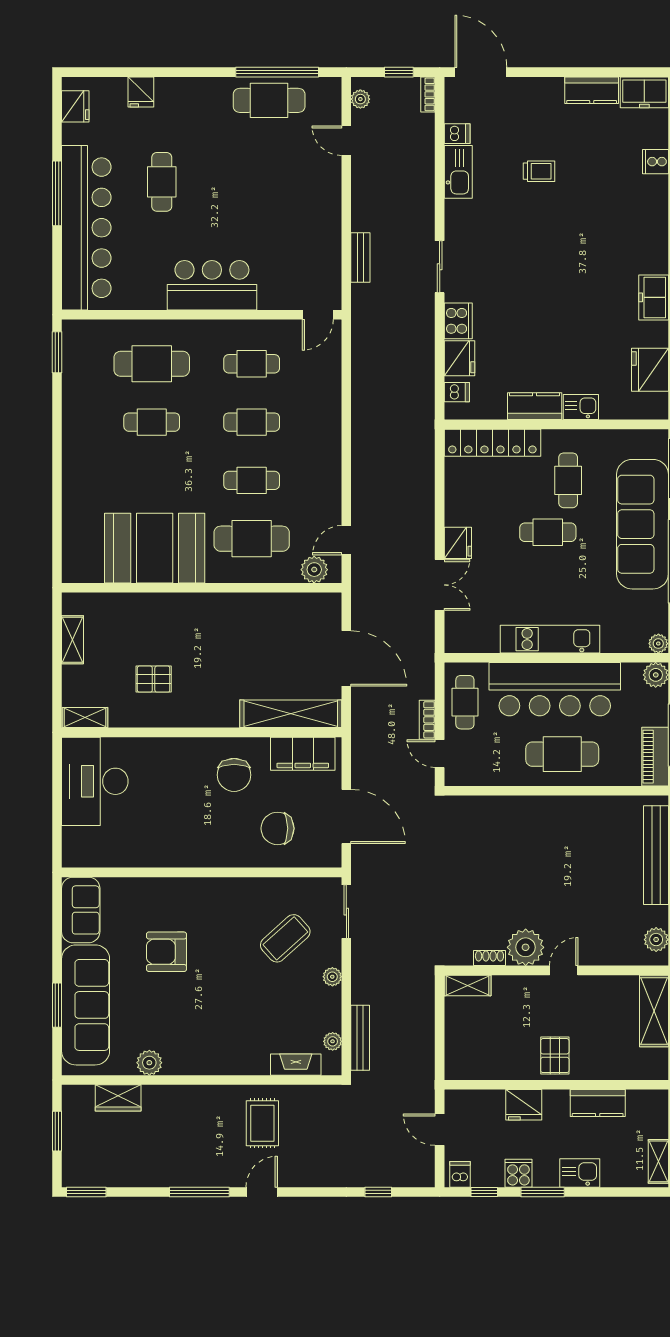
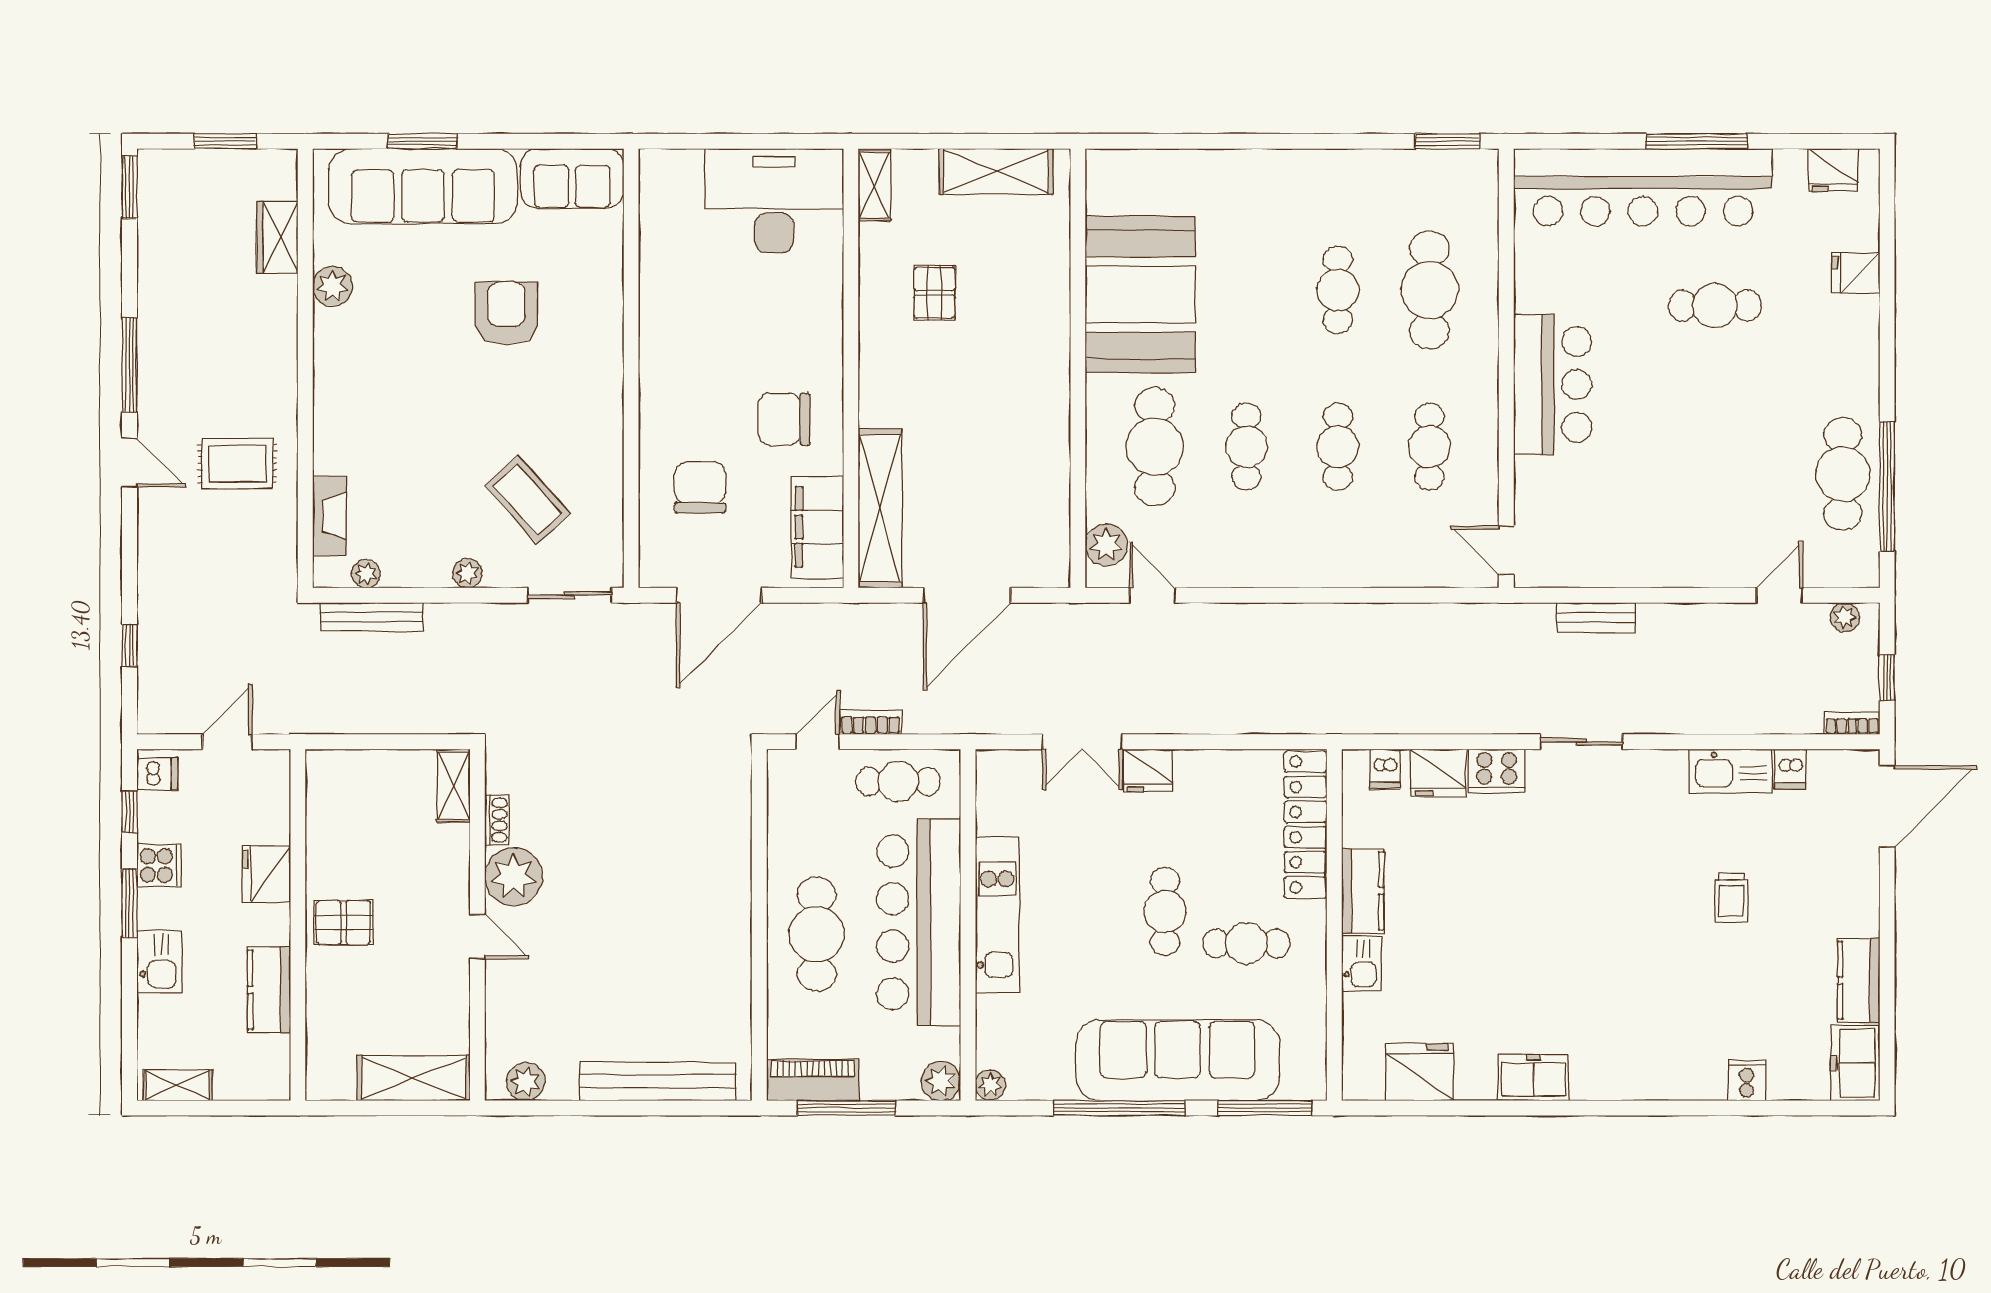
shelving: (73, 640) -> (996, 171), width x1.50, depth x1.33

